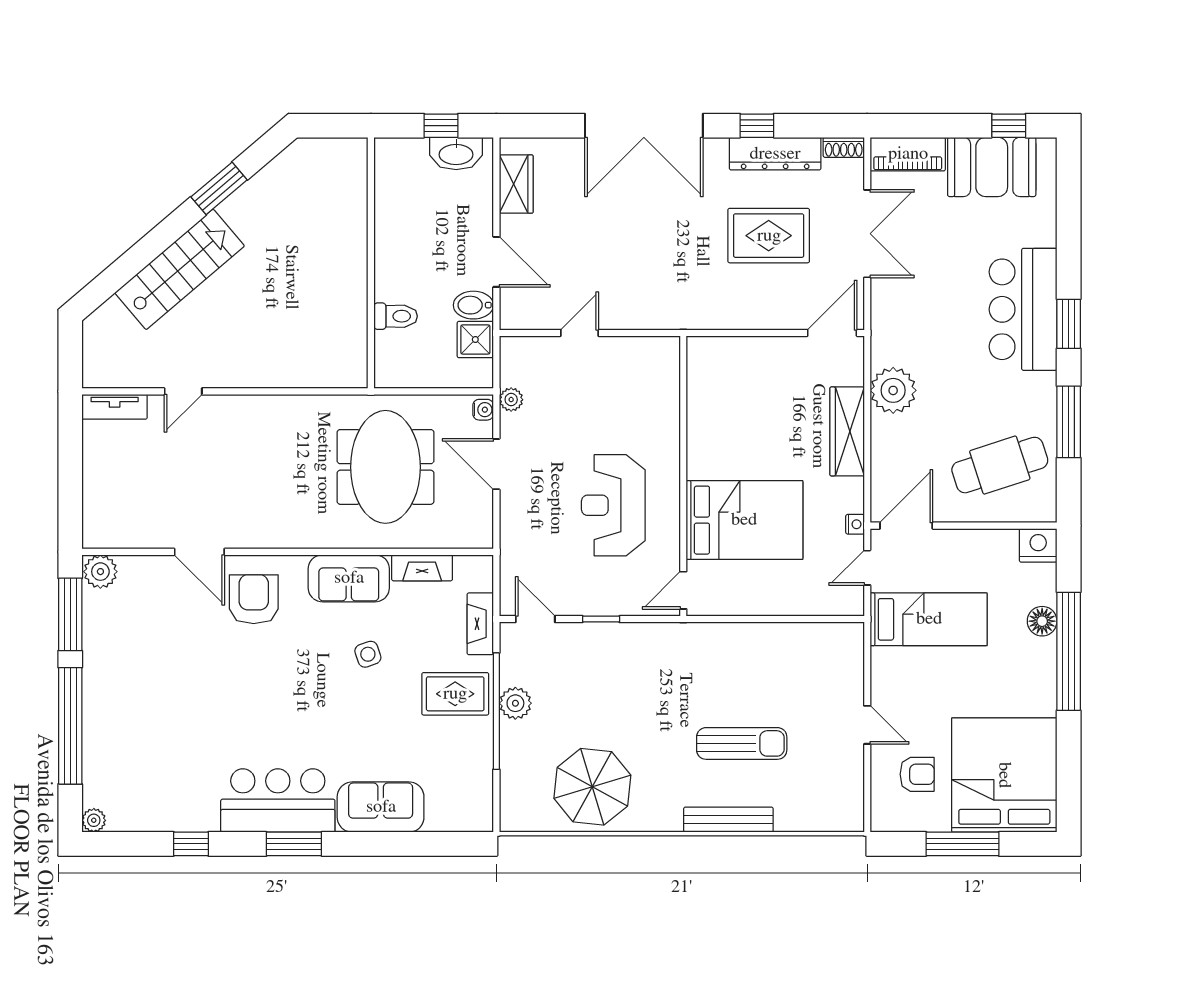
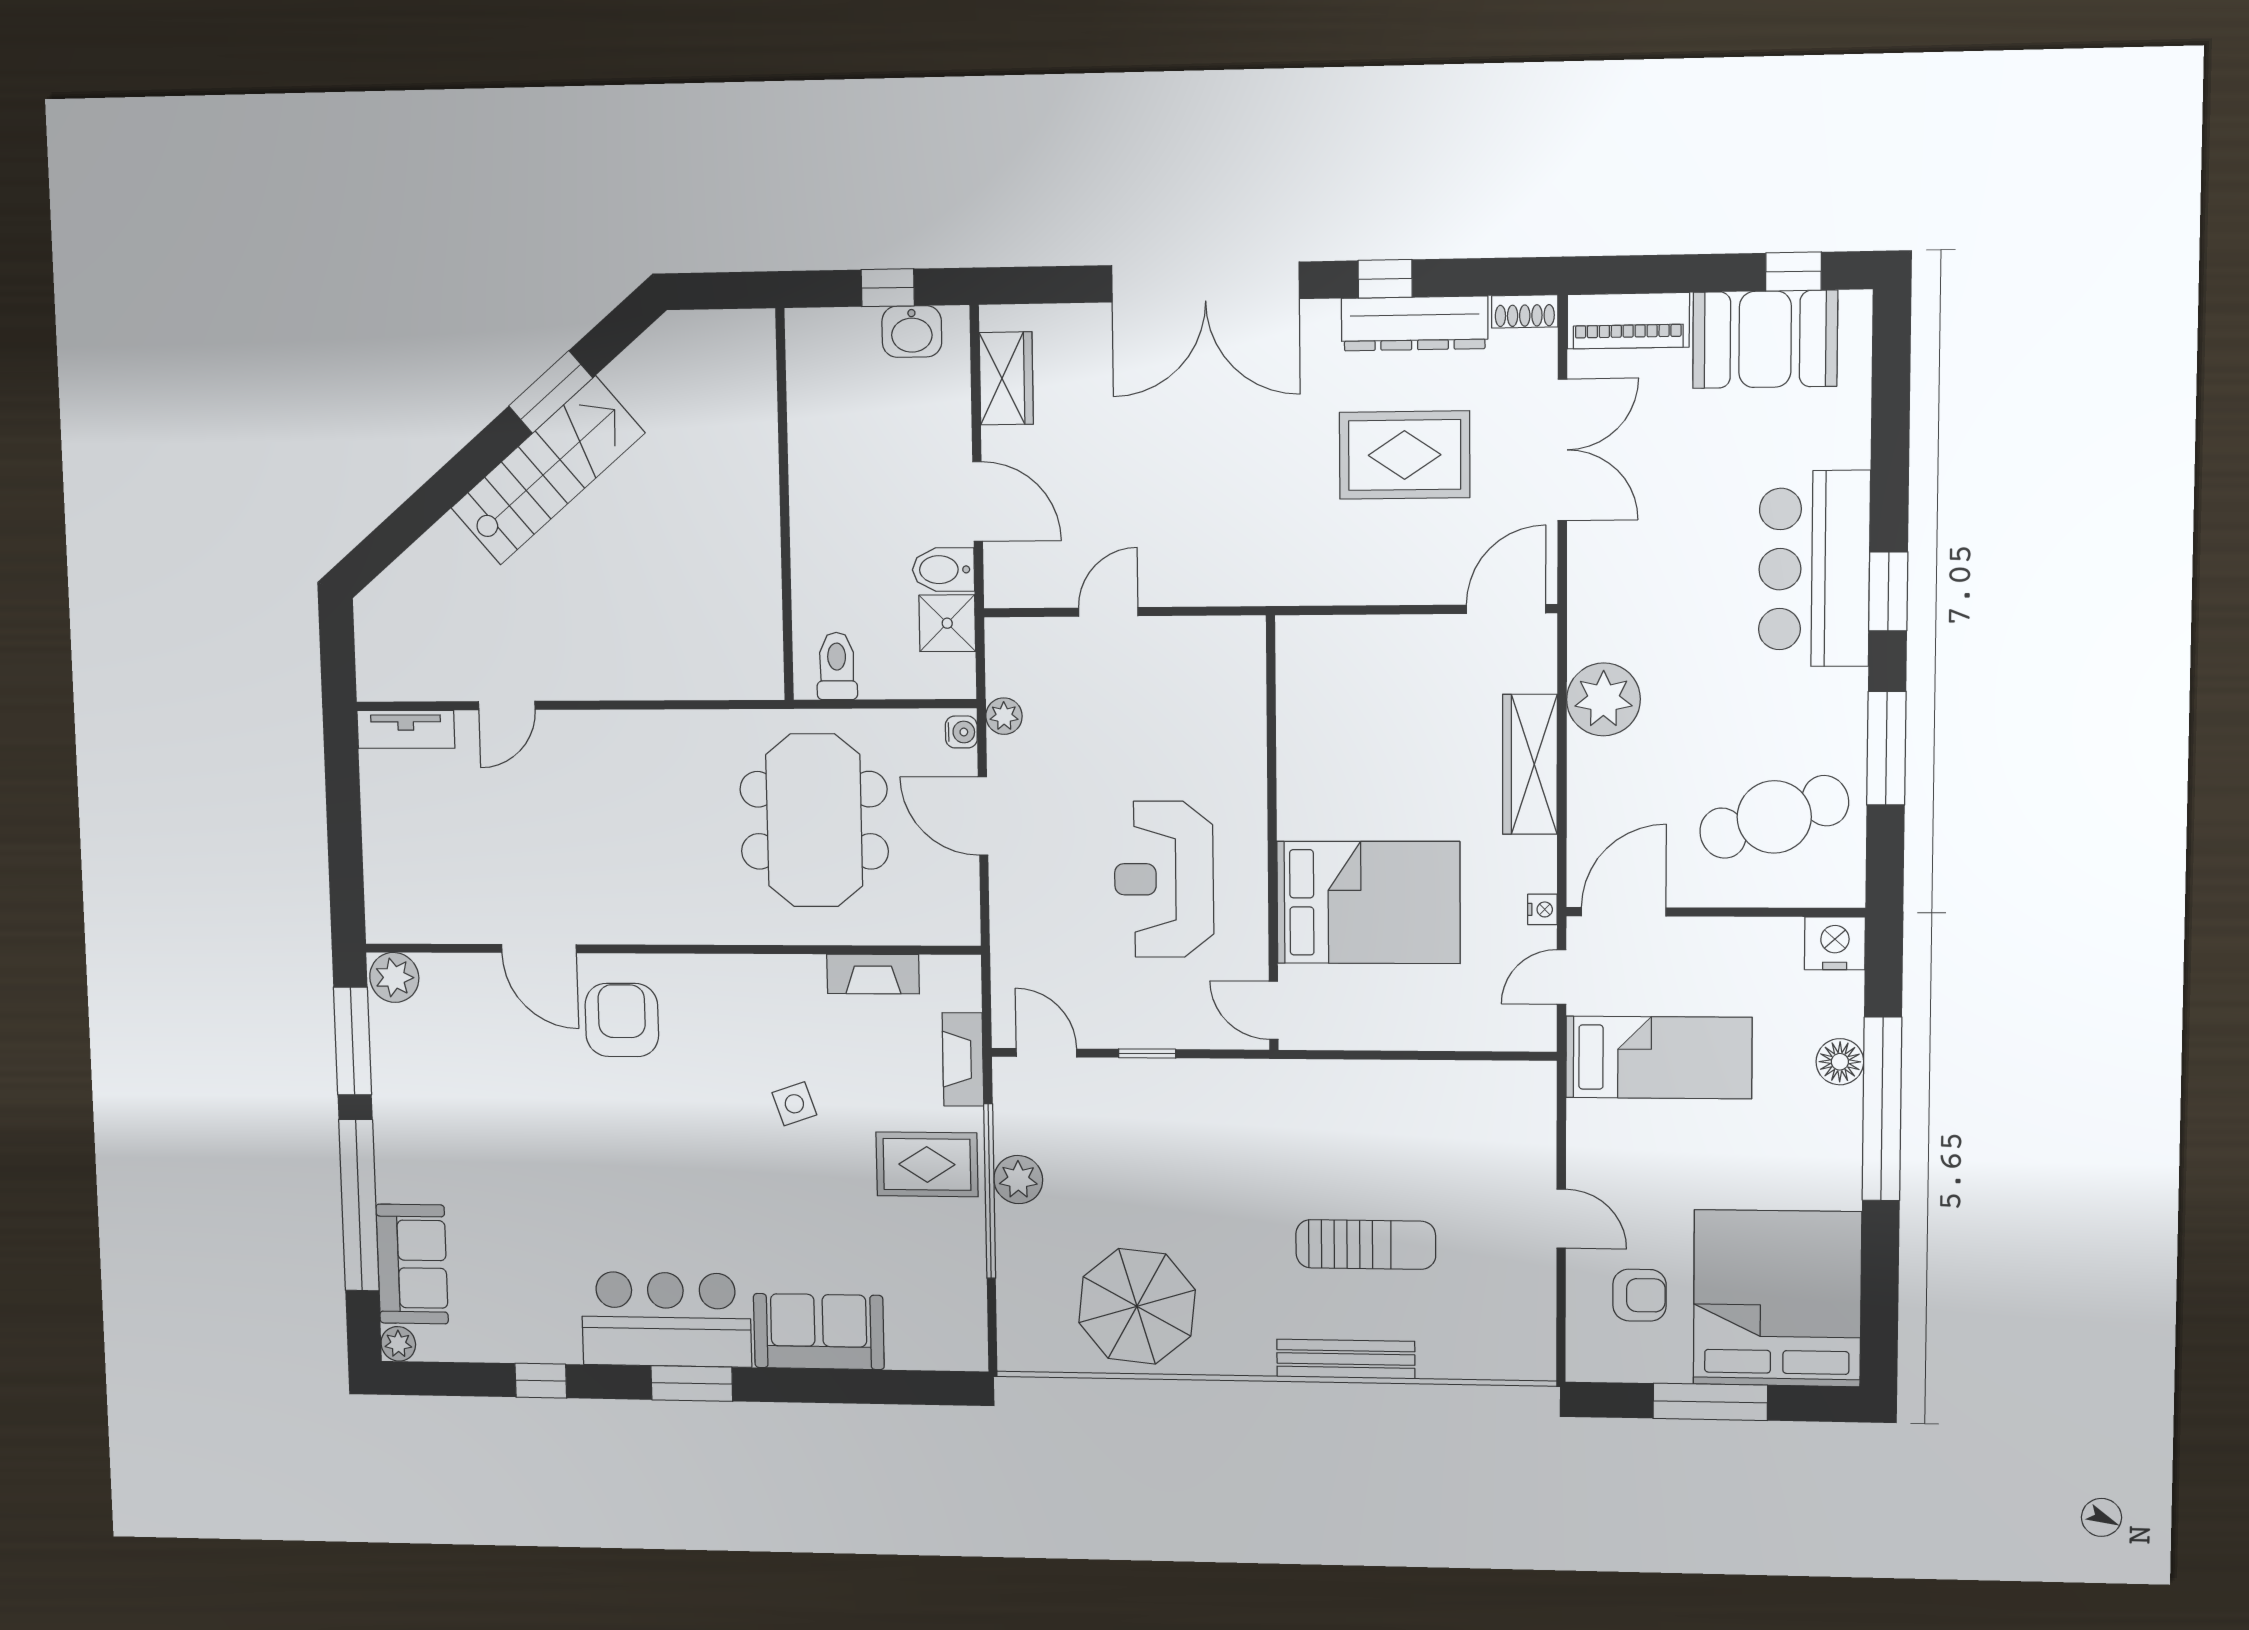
washbasin: (456, 154) -> (912, 332), width x0.72
stairs: (180, 269) -> (548, 471), moved
toilet: (396, 316) -> (837, 666), moved, turned -90
sofa: (349, 578) -> (412, 1264), moved, turned -90
door: (683, 590) -> (1274, 1010), hinge flipped

